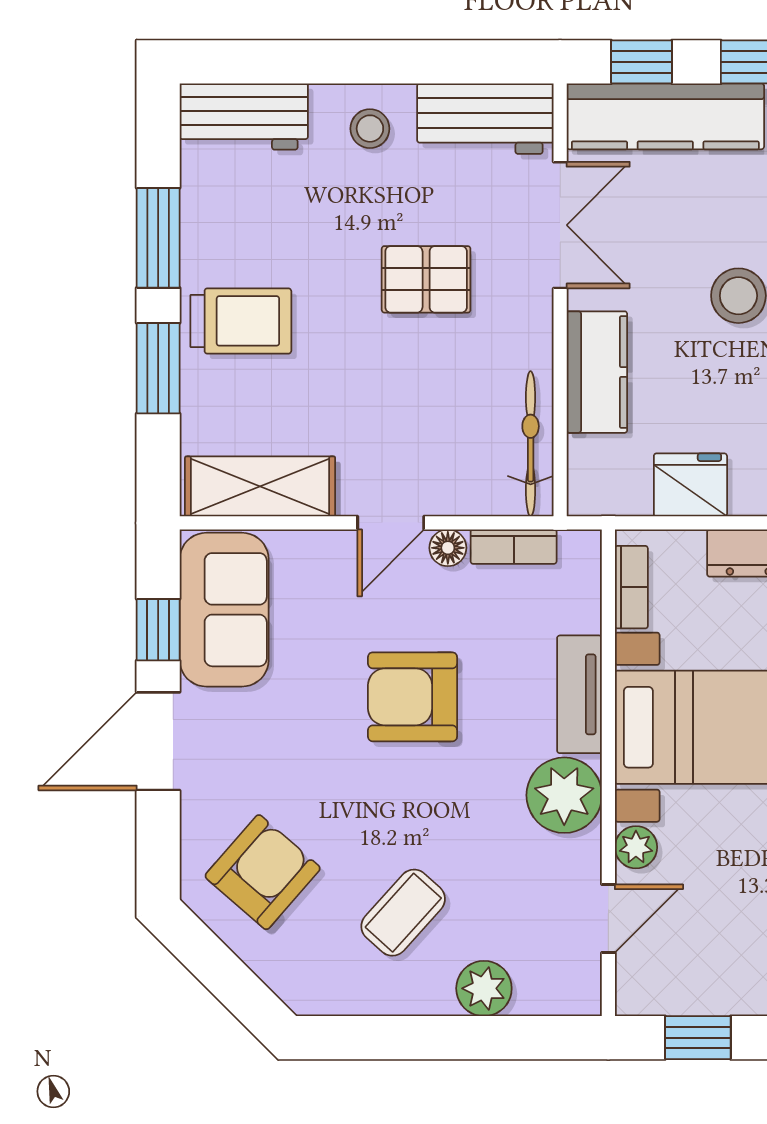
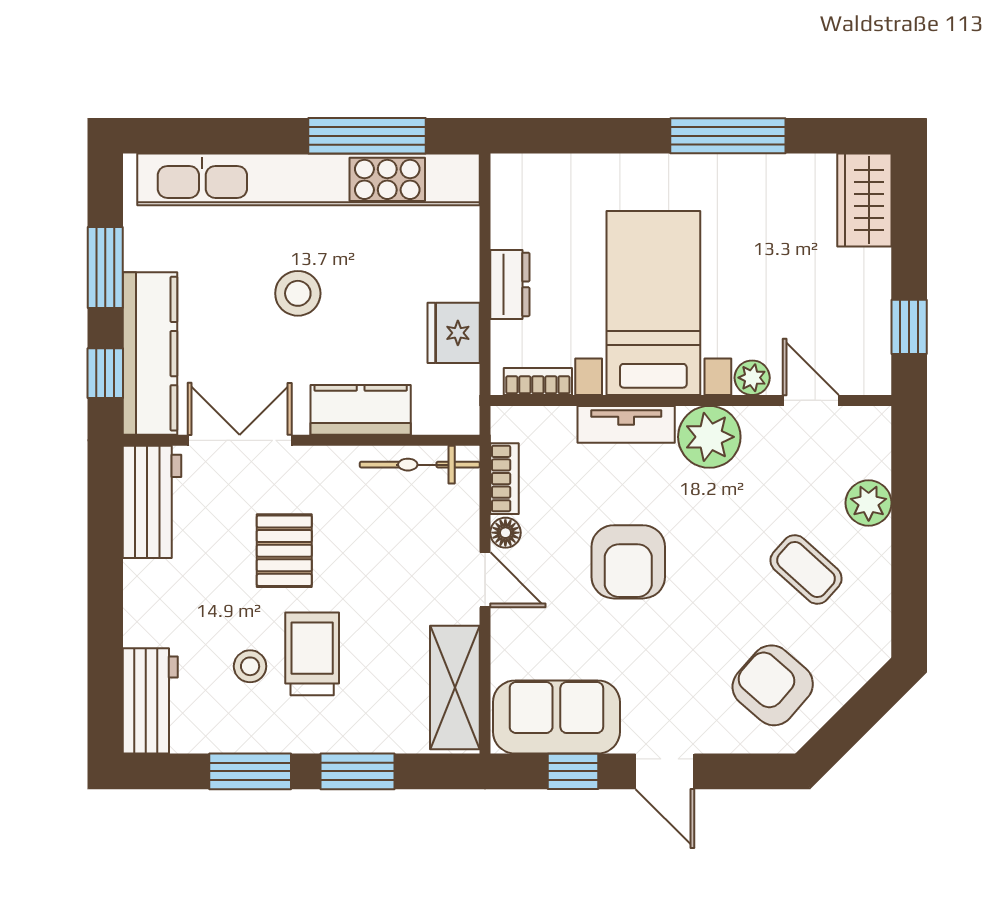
stool: (370, 129) -> (250, 666), moved
trolley: (241, 321) -> (312, 654), moved
door: (158, 741) -> (665, 771), width x0.73

